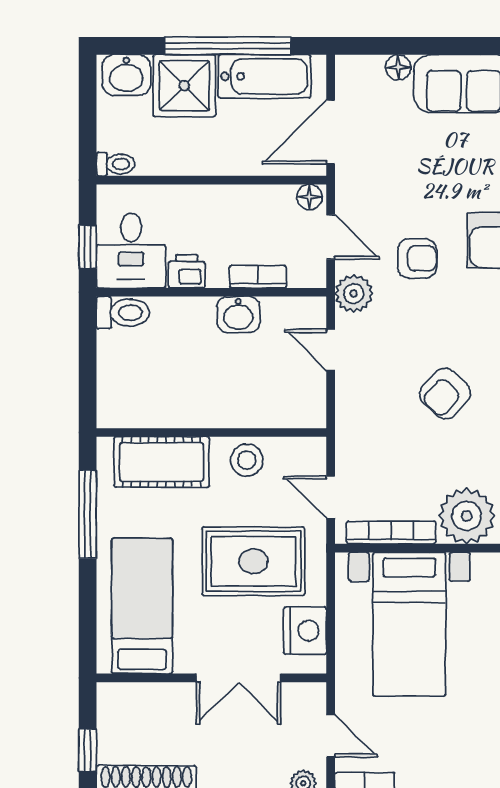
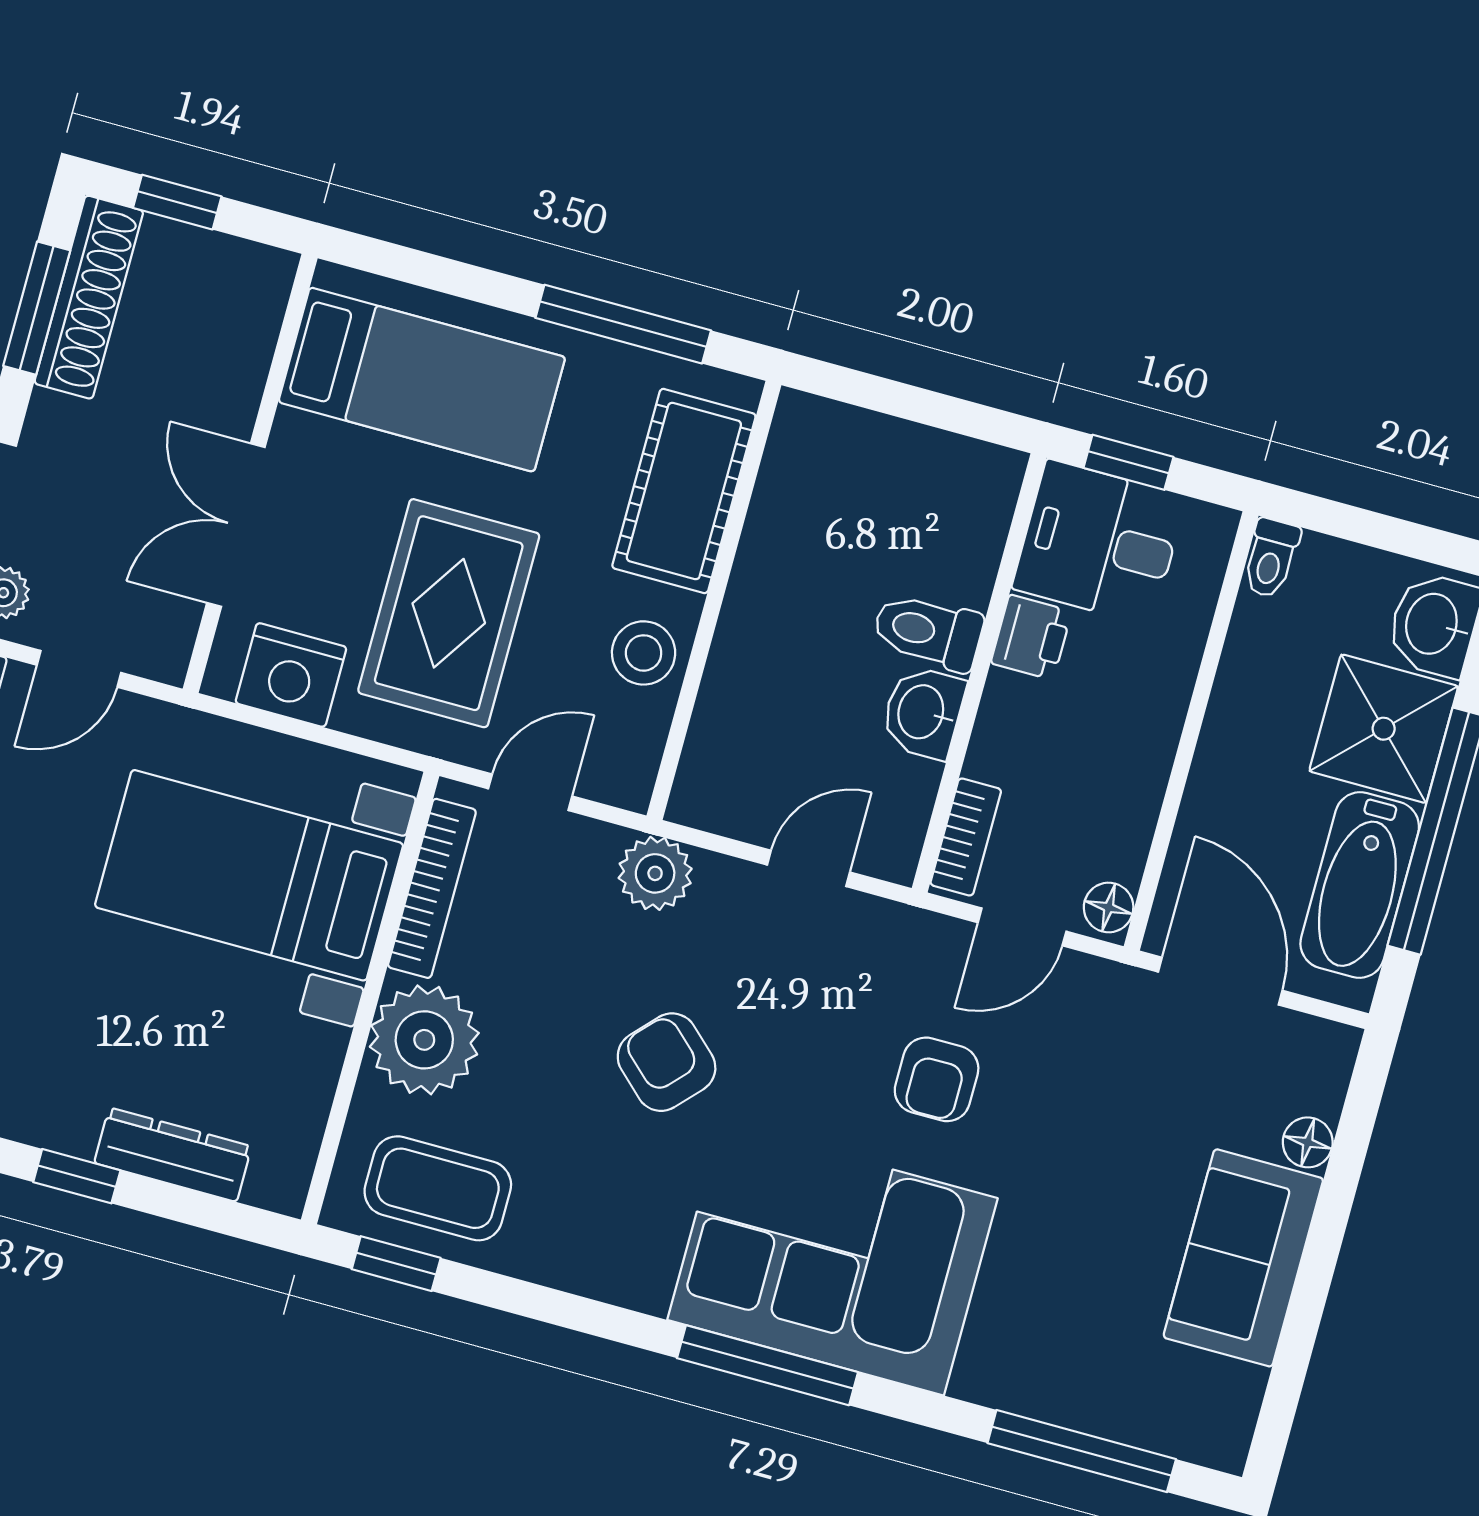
bookcase: (258, 277) -> (966, 837), moved
plant: (354, 294) -> (655, 873), moved
toilet: (123, 313) -> (928, 632), moved, turned 90

